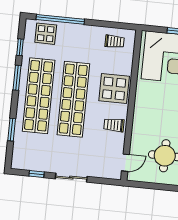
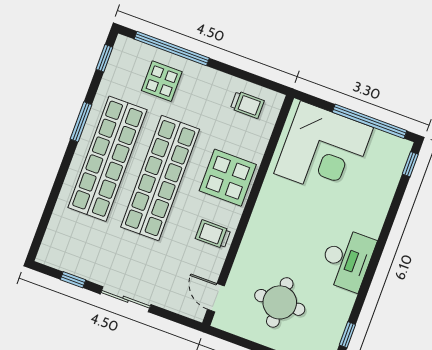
display table: (46, 34) -> (162, 81), moved
window: (20, 47) -> (104, 58), moved
window: (12, 130) -> (52, 201), removed
door: (125, 163) -> (216, 298), swing flipped

